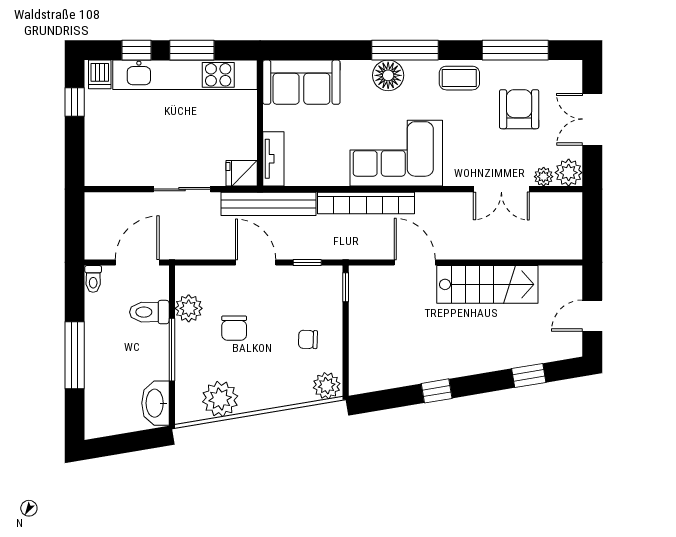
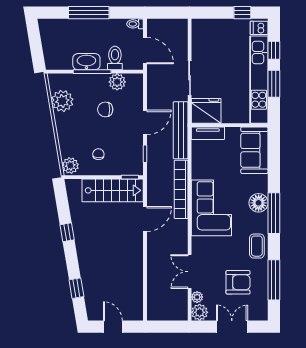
fridge: (242, 173) -> (206, 111), width x1.88, depth x1.34
stairs: (487, 284) -> (113, 190), moved, turned -90
washbasin: (155, 403) -> (86, 62), moved

